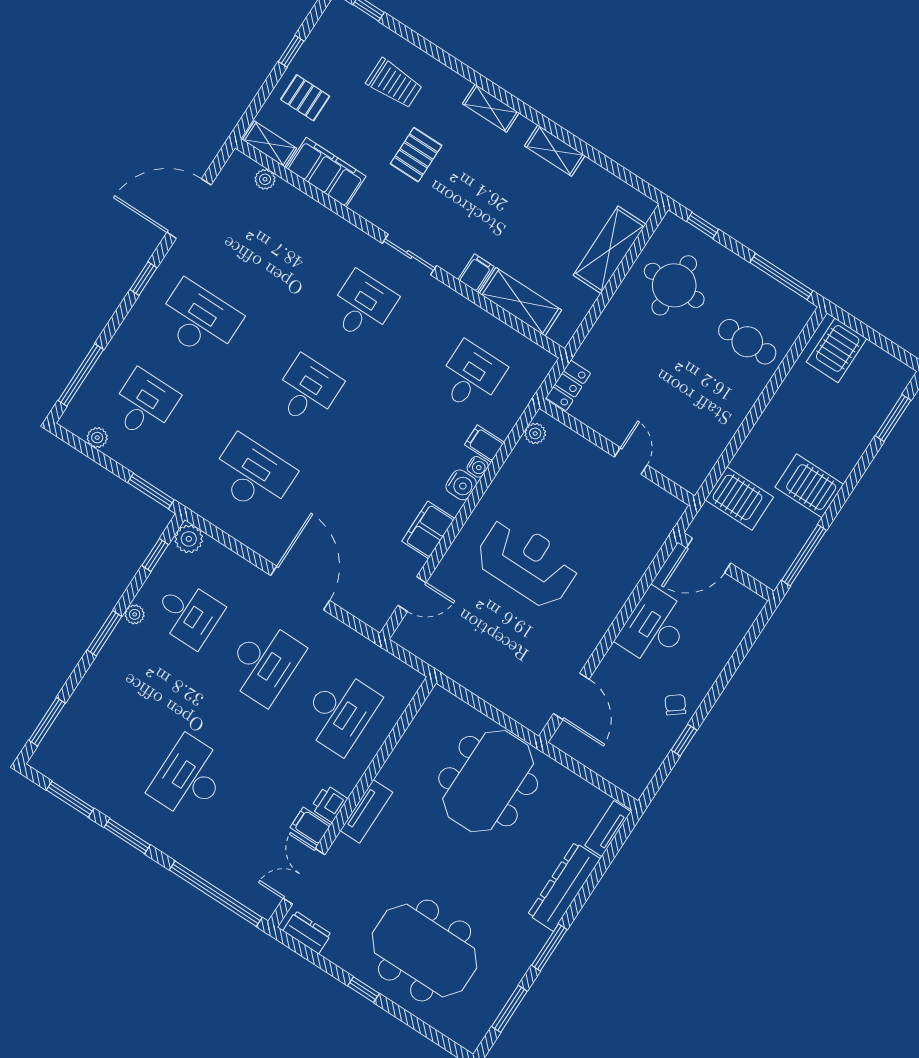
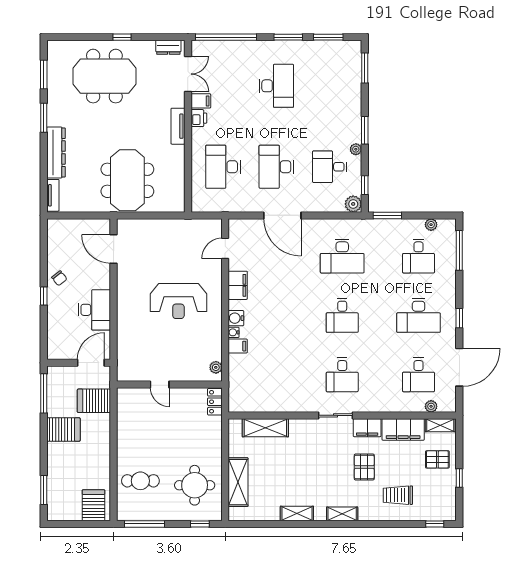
filing cabinet: (476, 273) -> (367, 428), moved, width x2.00
desk: (471, 377) -> (419, 375), moved
window: (684, 740) -> (44, 296), moved

